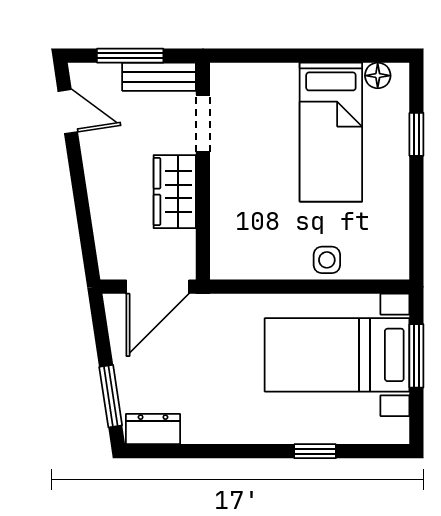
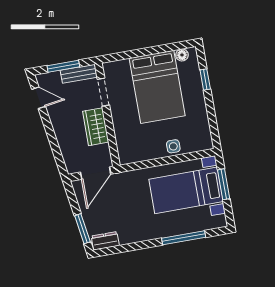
bed: (331, 132) -> (157, 87), width x1.50
window: (315, 451) -> (184, 238), width x2.17

